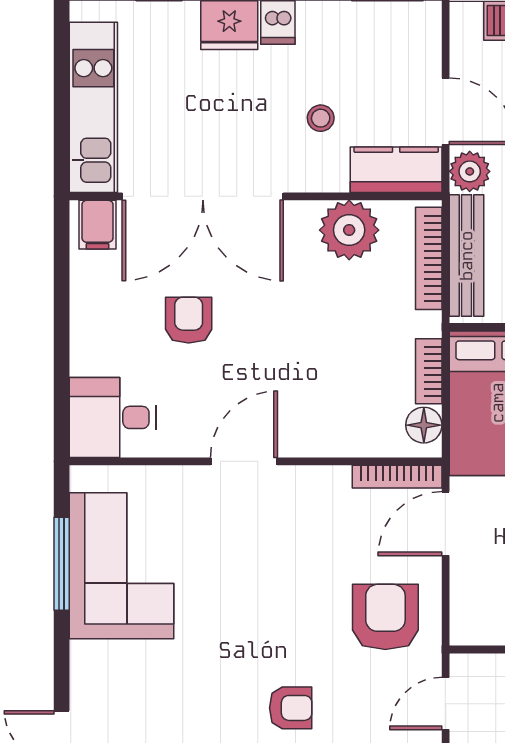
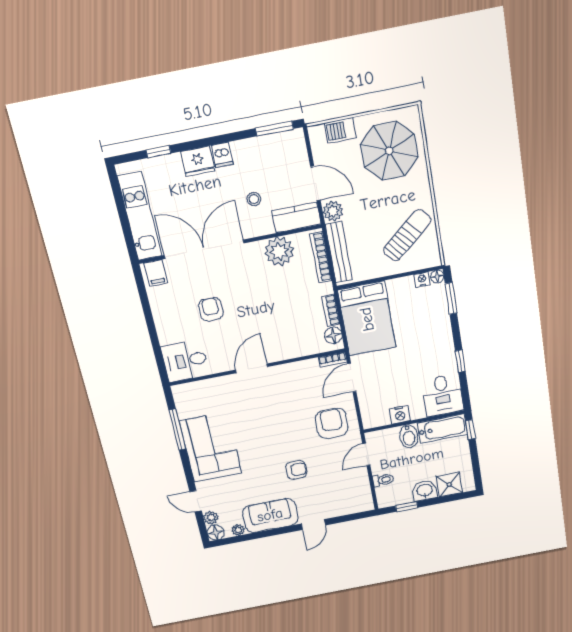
double door: (203, 196) -> (204, 249), swing flipped
bookcase: (397, 477) -> (333, 360), width x0.64
corner sofa: (121, 566) -> (211, 447), moved

